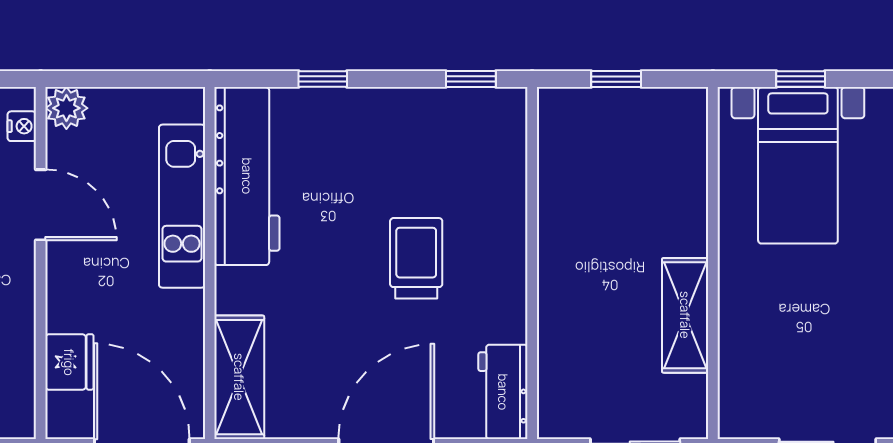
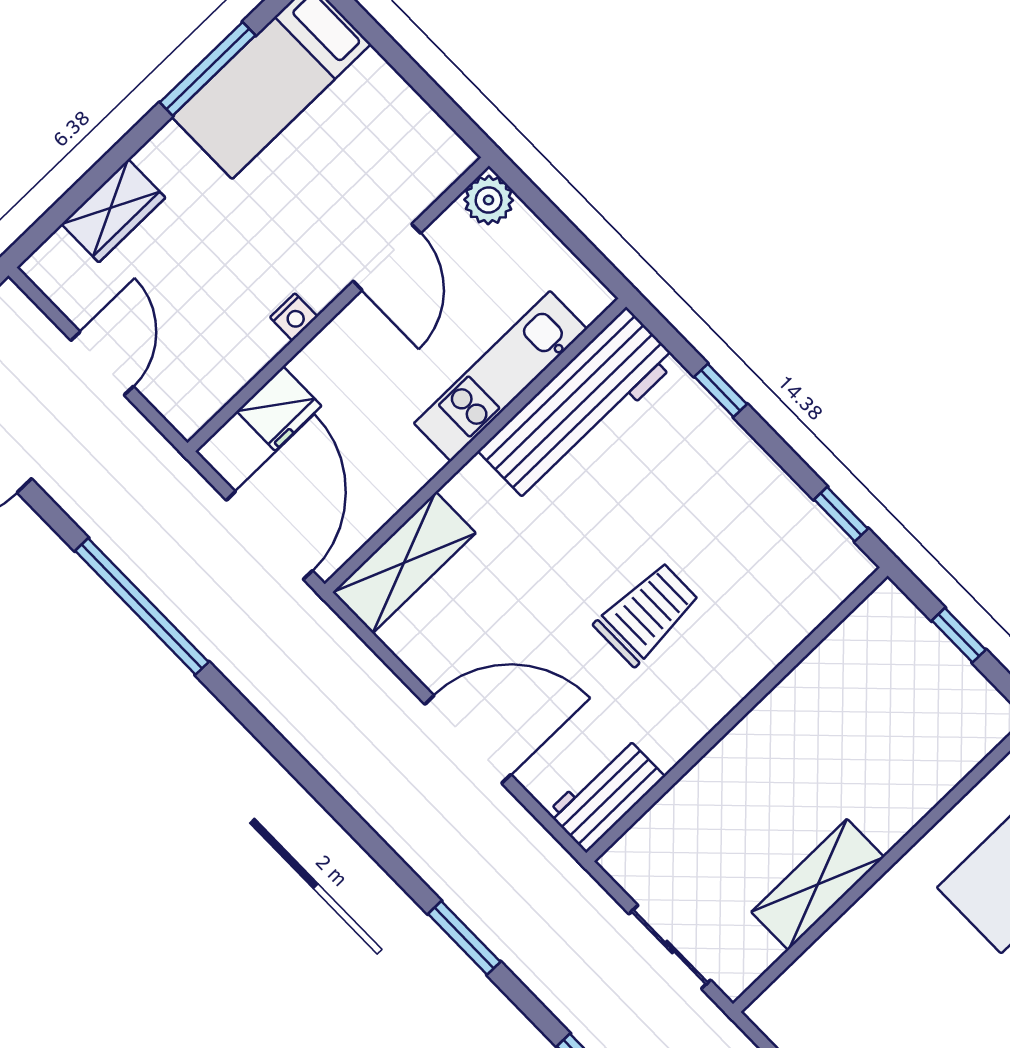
nightstand: (22, 126) -> (294, 317), moved

